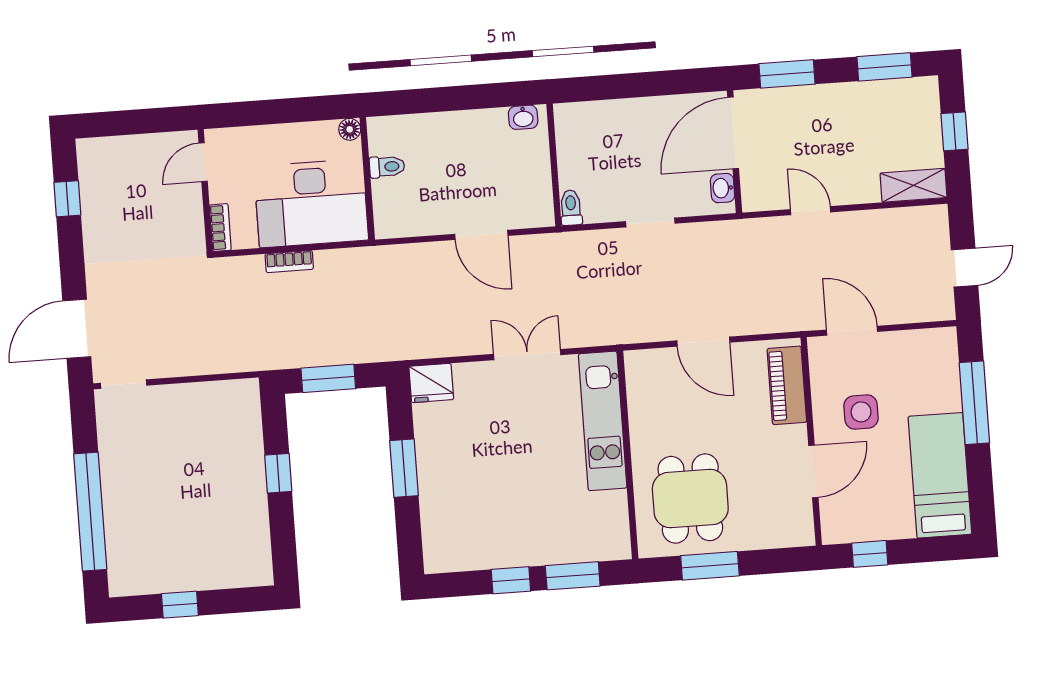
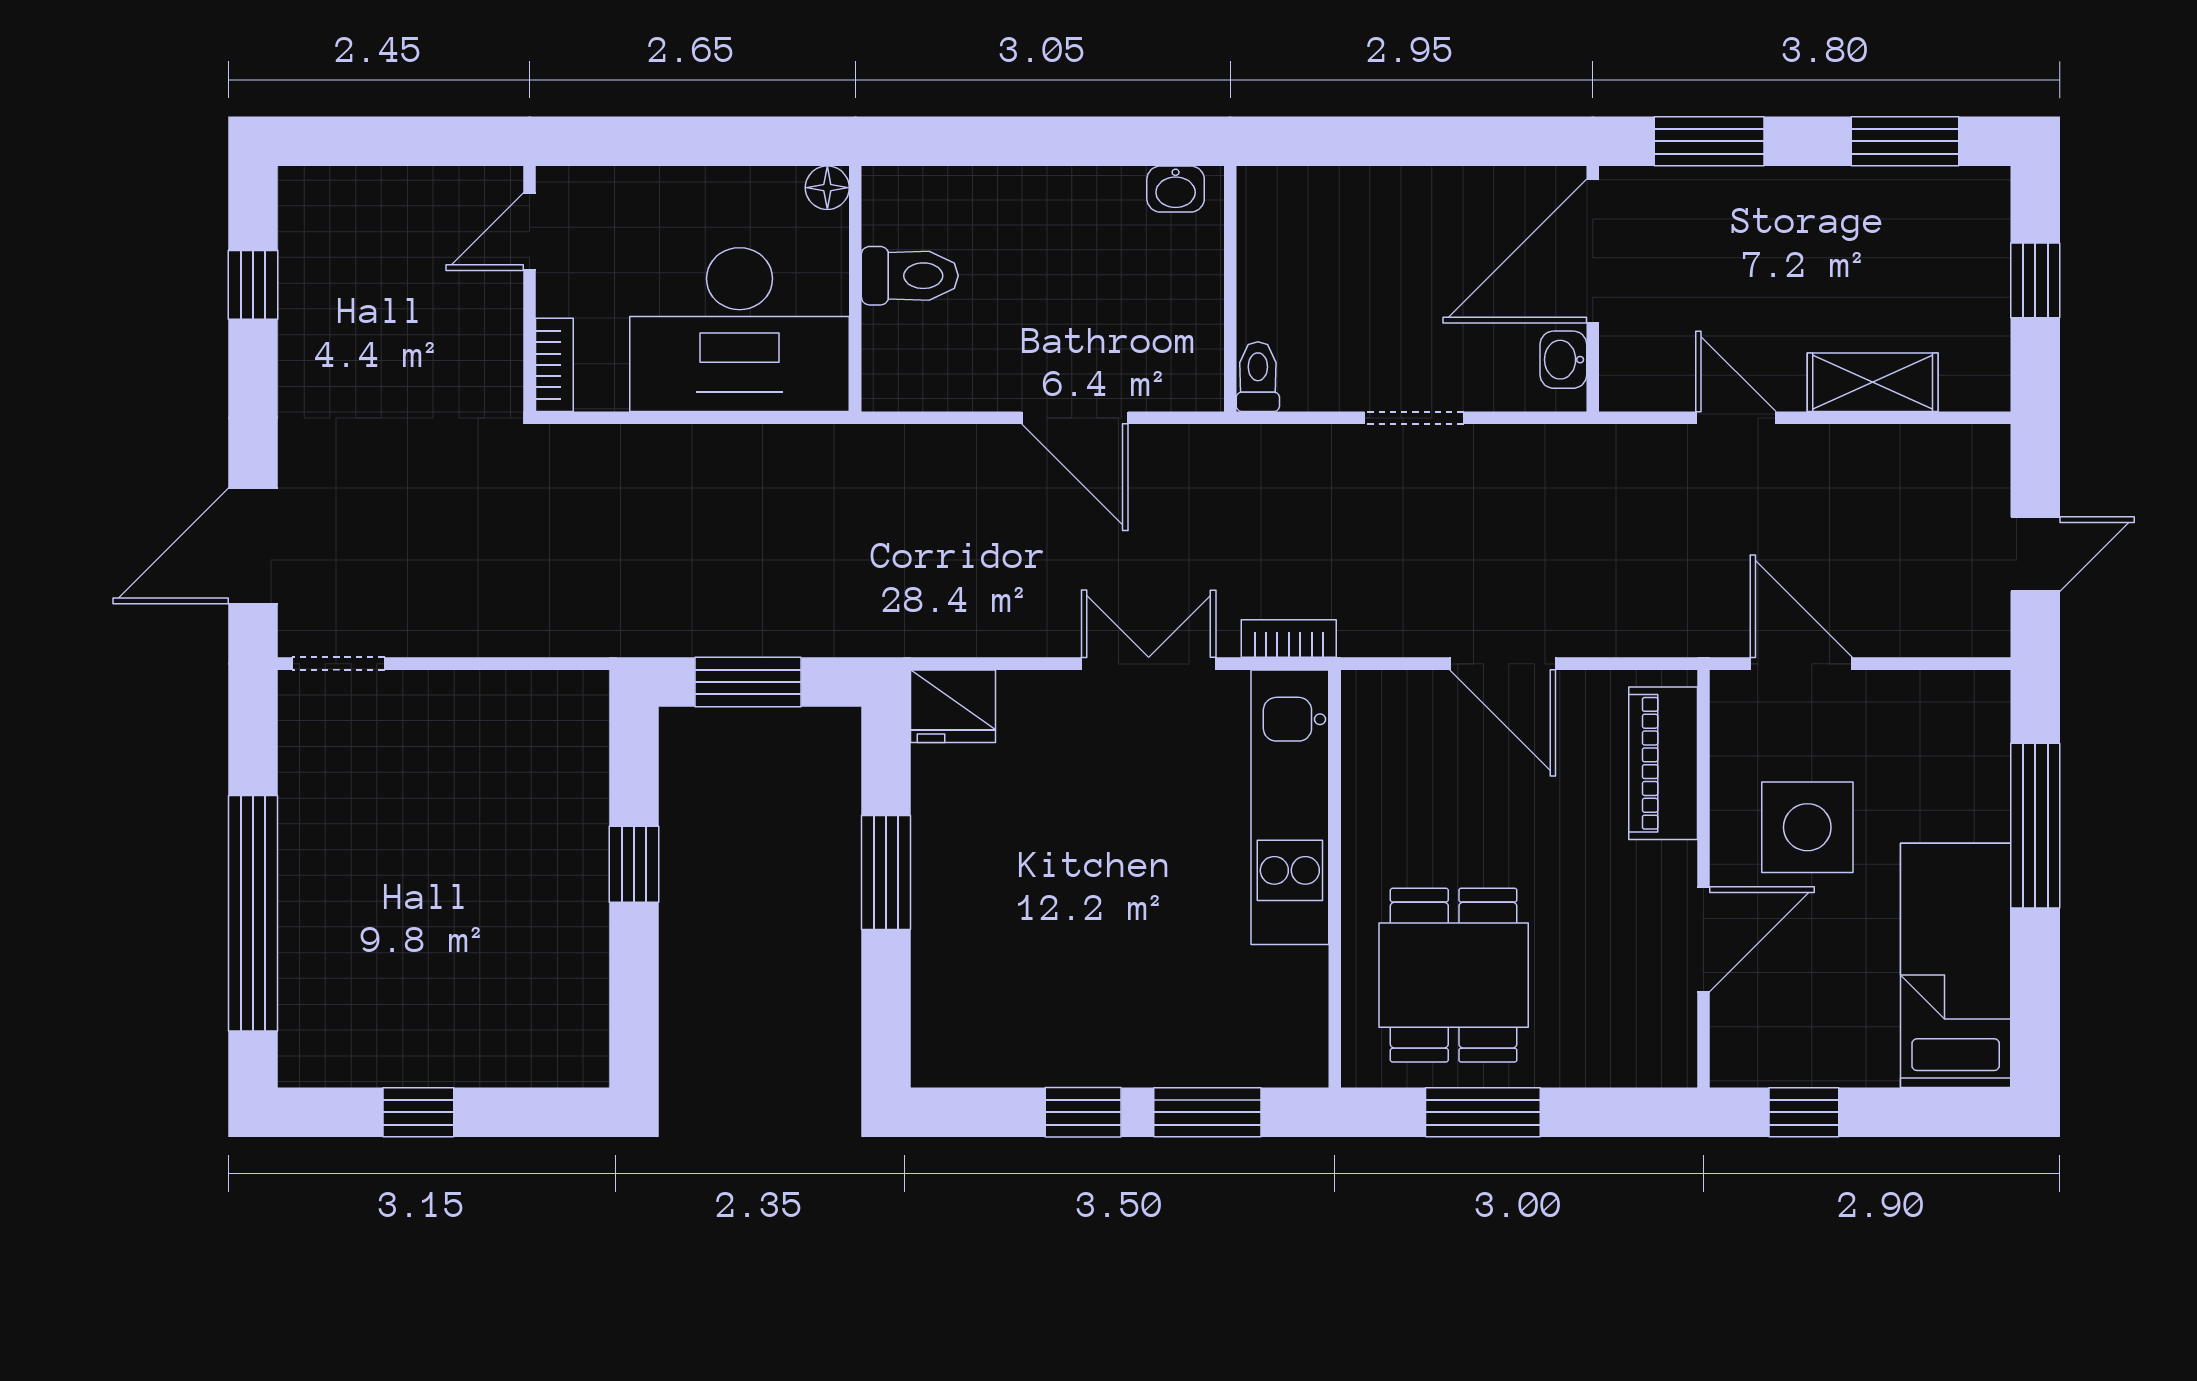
toilet: (387, 167) -> (910, 276), width x1.37, depth x1.39
shelving: (913, 185) -> (1873, 382), moved
bookcase: (289, 262) -> (1289, 639), moved, turned 180
side table: (861, 412) -> (1807, 827), width x1.37, depth x1.37

